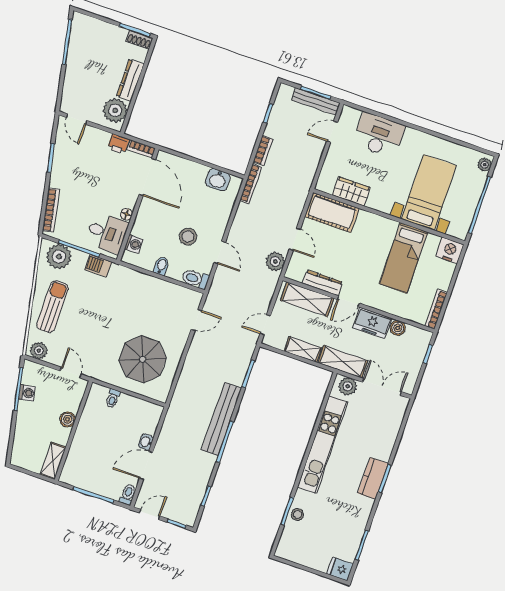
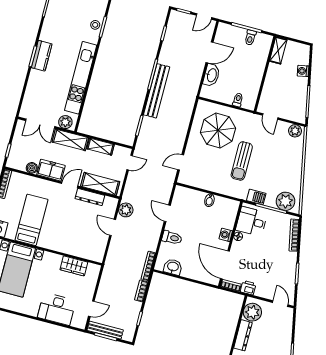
cot: (332, 212) -> (87, 249), removed
stool: (188, 237) -> (192, 223), removed
washing machine: (134, 244) -> (226, 235), moved
toilet: (195, 279) -> (172, 238), moved
sun lounger: (53, 307) -> (242, 161), moved
washing machine: (27, 393) -> (303, 71), moved
boiler: (68, 419) -> (270, 82), removed
washbasin: (146, 442) -> (212, 75), width x1.91, depth x1.45
toilet: (128, 494) -> (250, 38), moved

